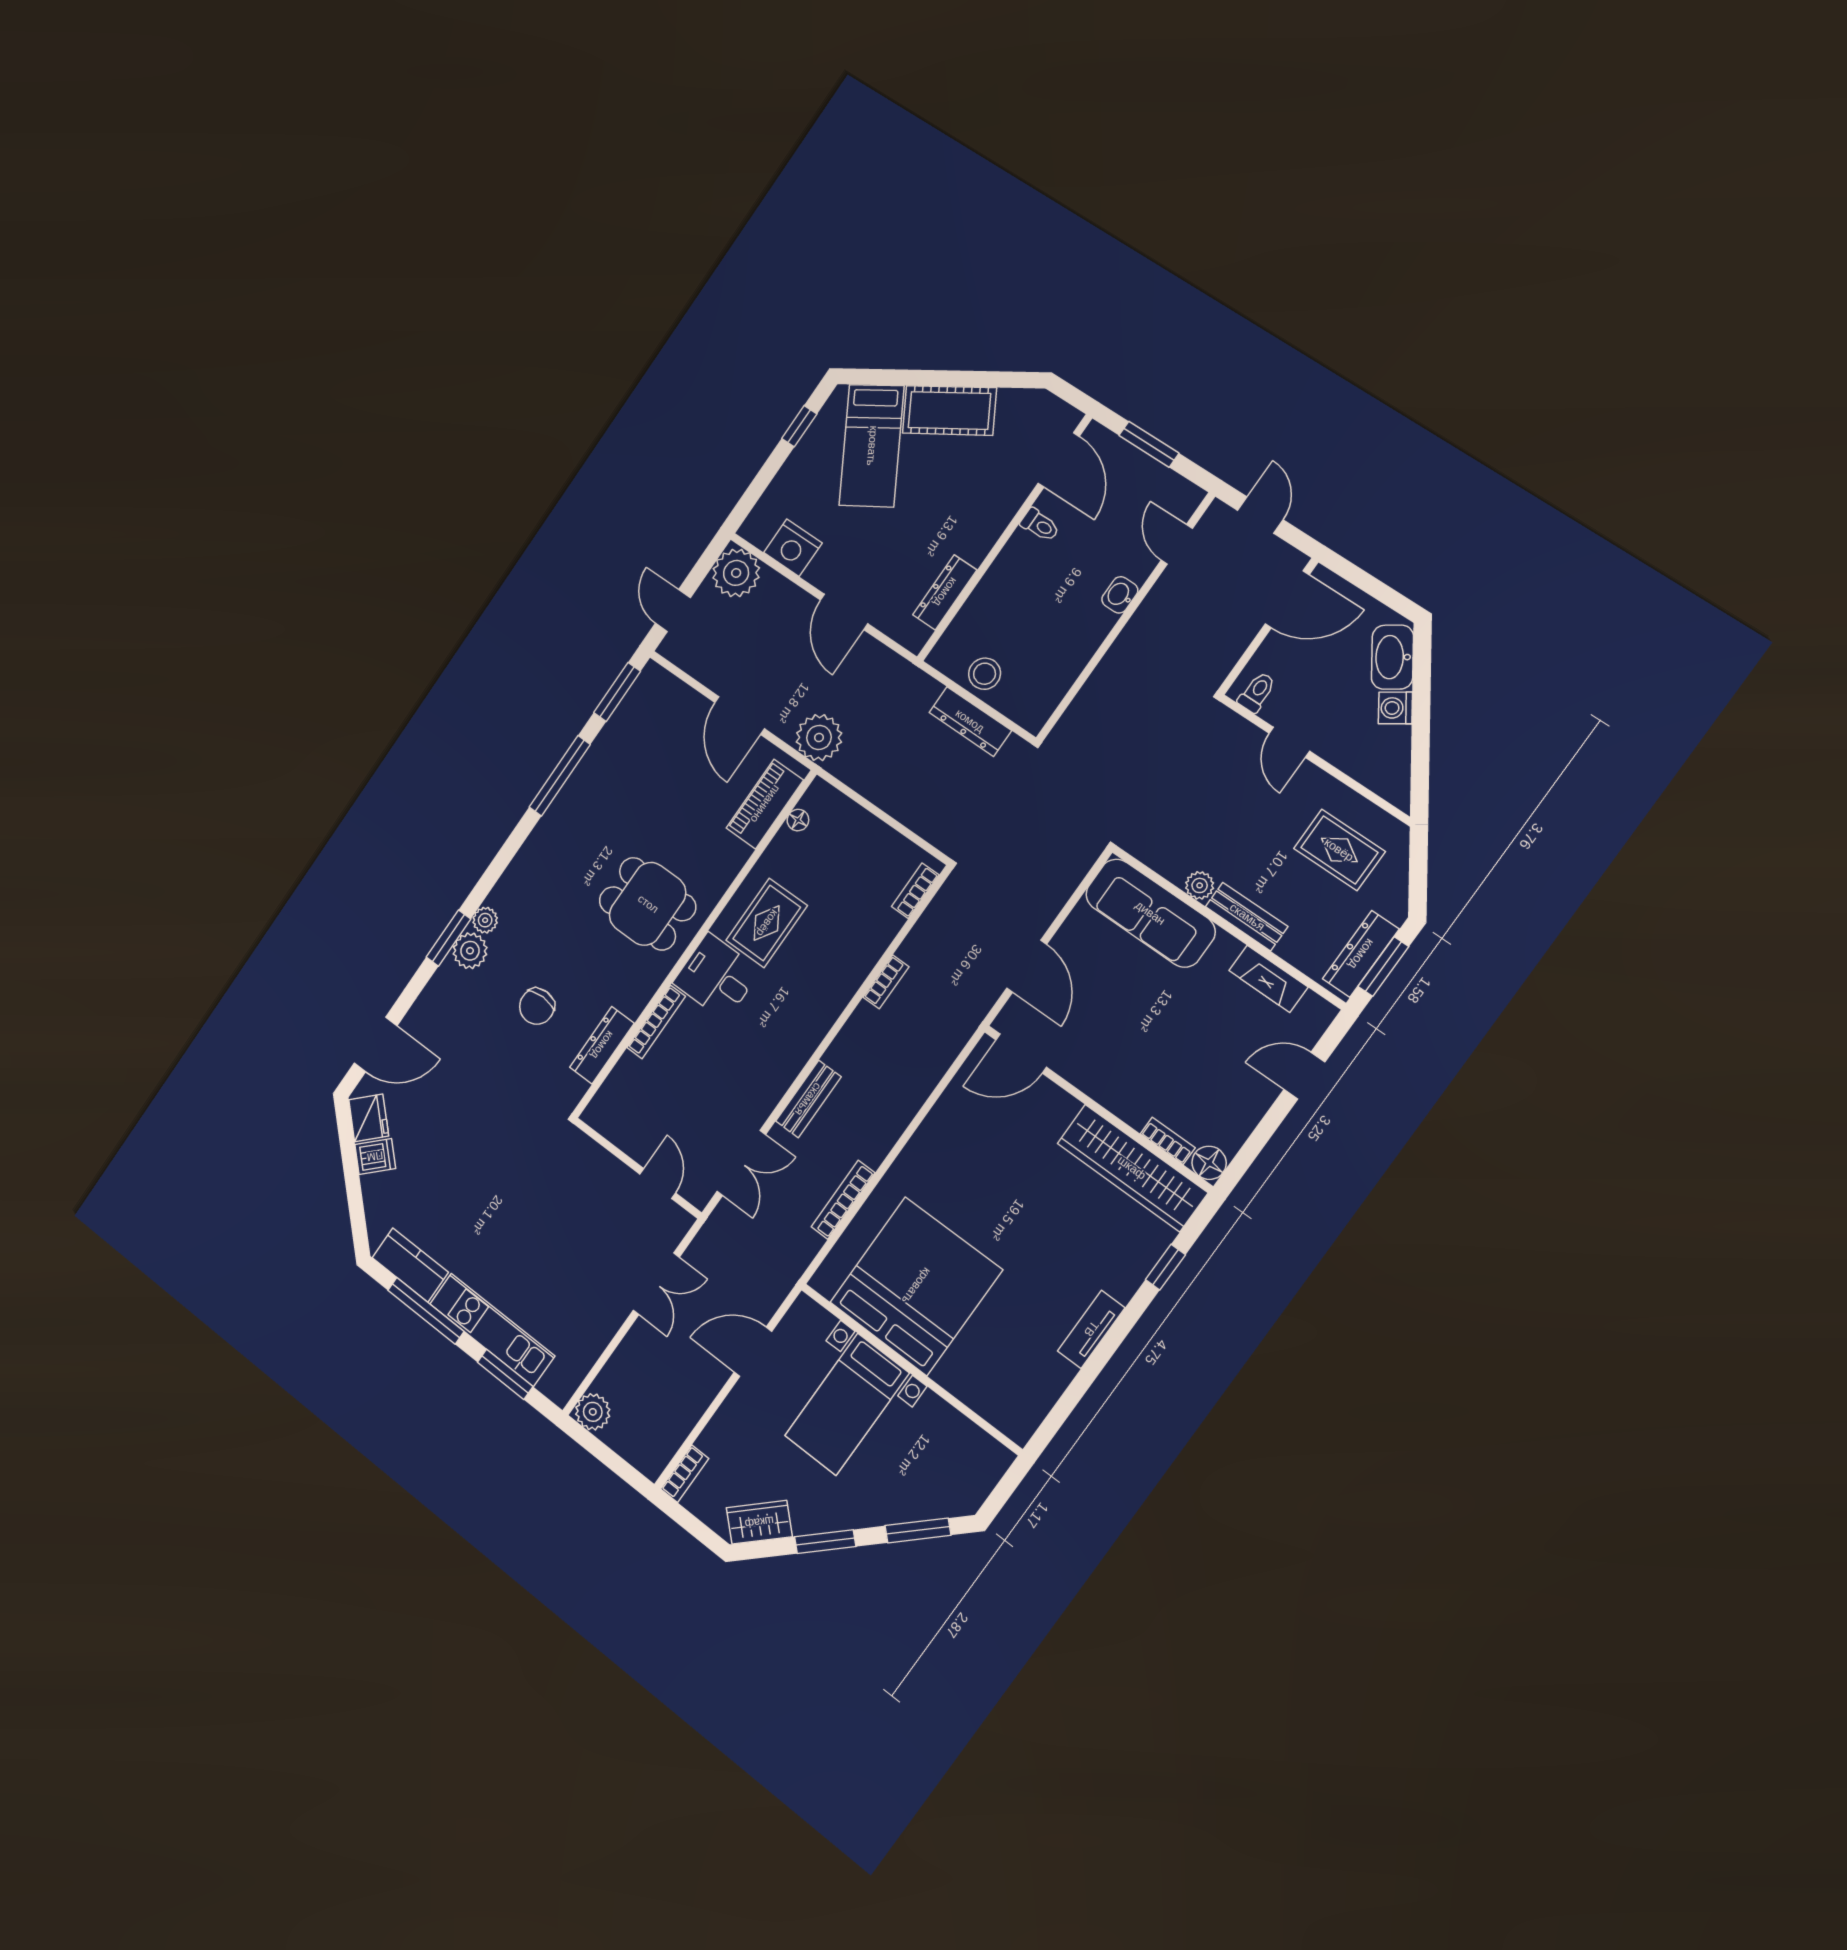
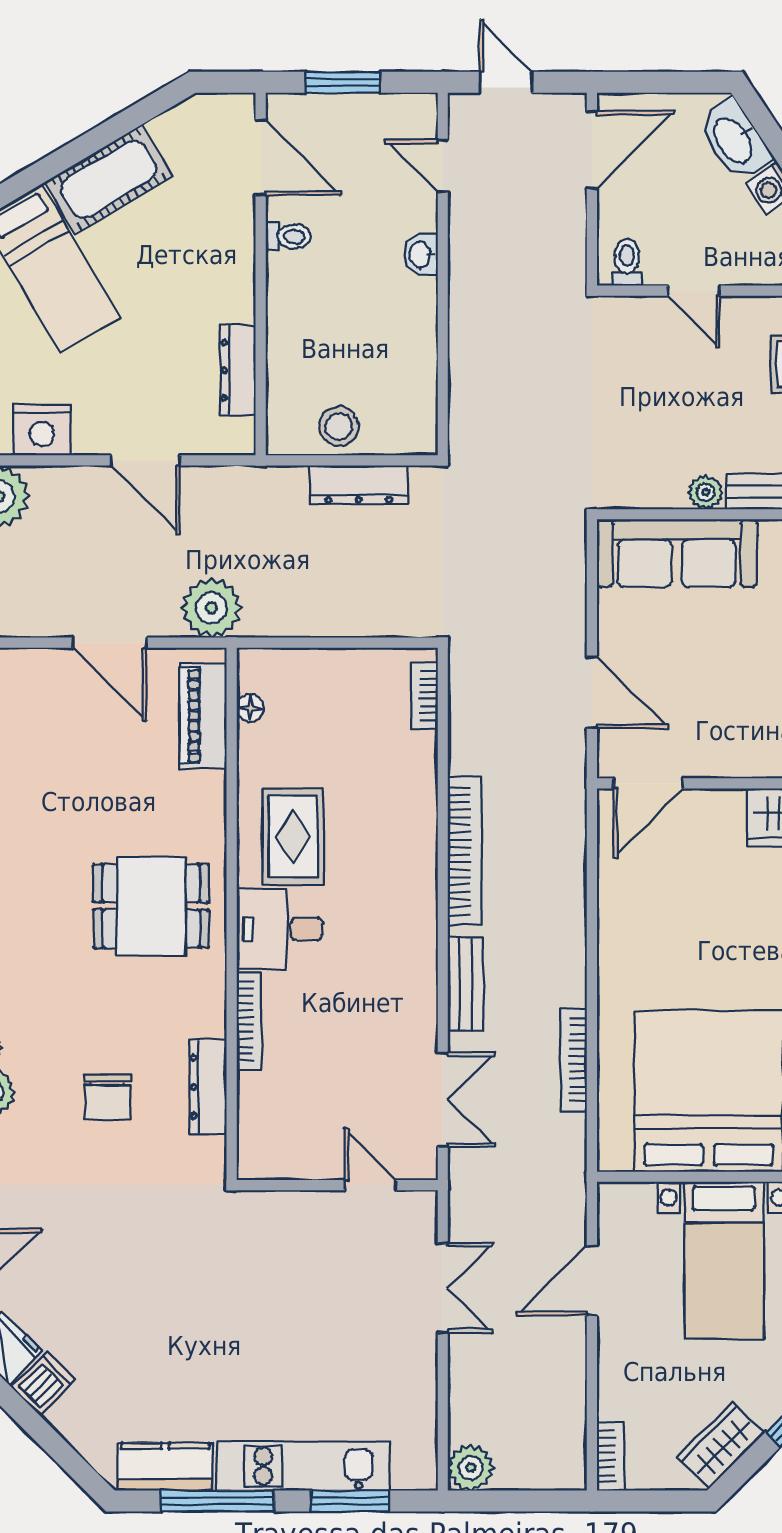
bookcase: (886, 982) -> (465, 851), width x2.31, depth x1.31

